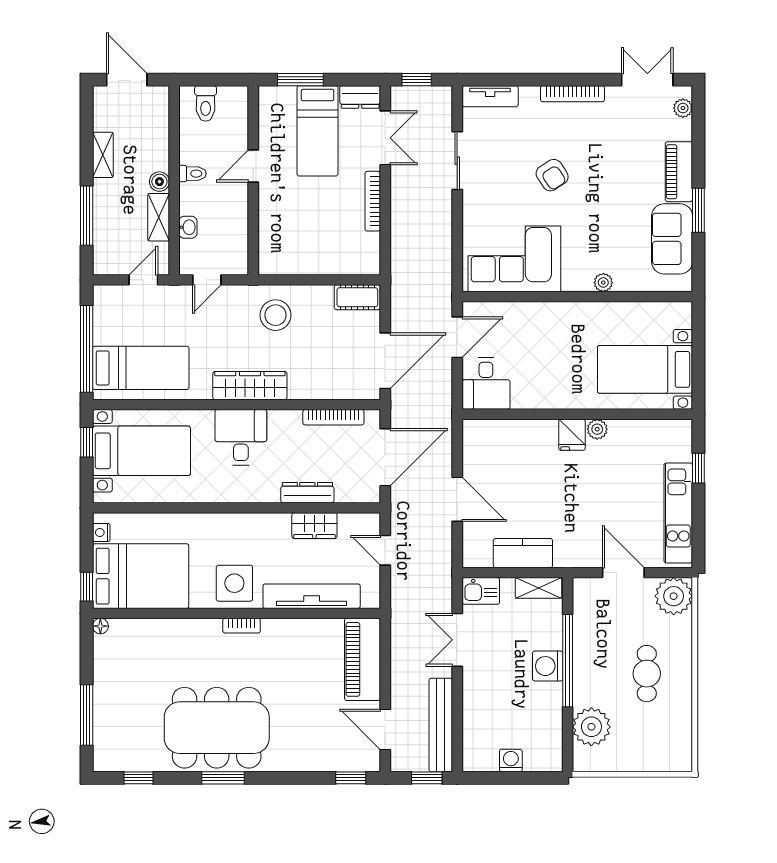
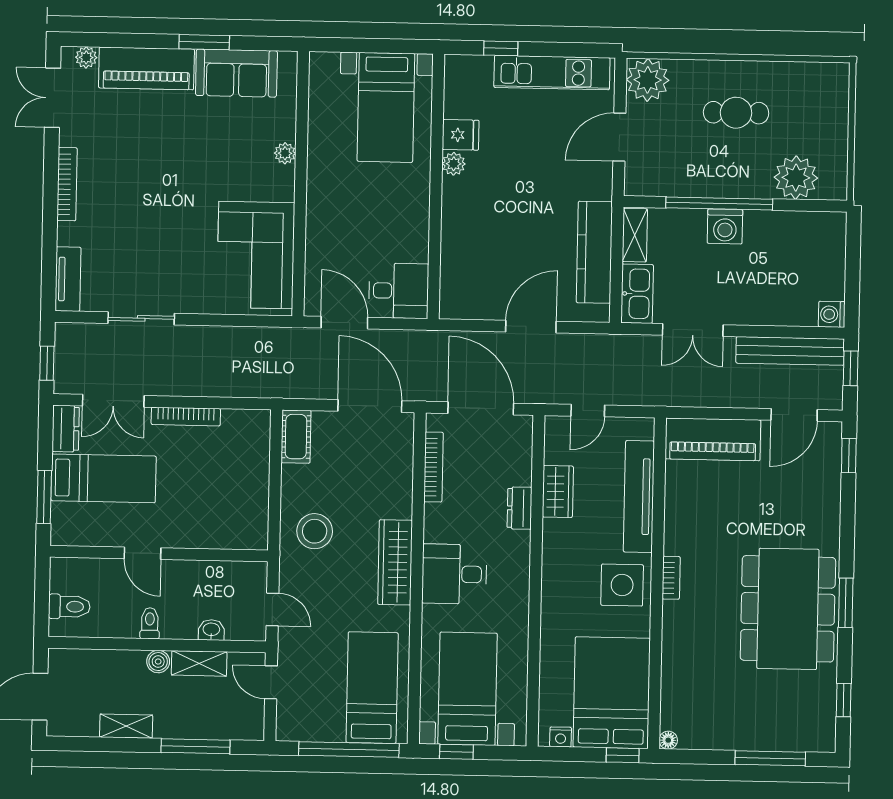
double door: (385, 138) -> (113, 401), swing flipped
piano: (679, 172) -> (146, 68), width x1.37, depth x1.33
armchair: (552, 175) -> (160, 210), removed
fridge: (572, 435) -> (461, 135), moved
dresser: (307, 493) -> (520, 508), width x0.70
kitchen counter: (523, 553) -> (594, 252), width x1.50
kitchen sink: (481, 591) -> (637, 294), width x1.38
washing machine: (511, 760) -> (832, 314), moved

